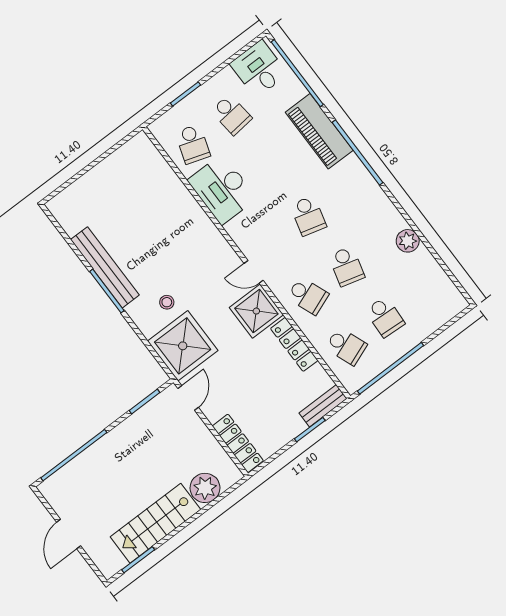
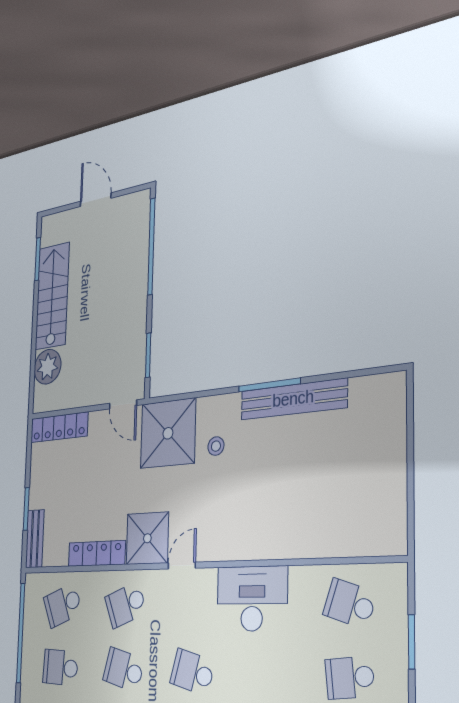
desk: (222, 189) -> (252, 599), moved

